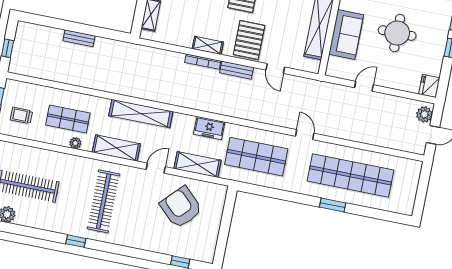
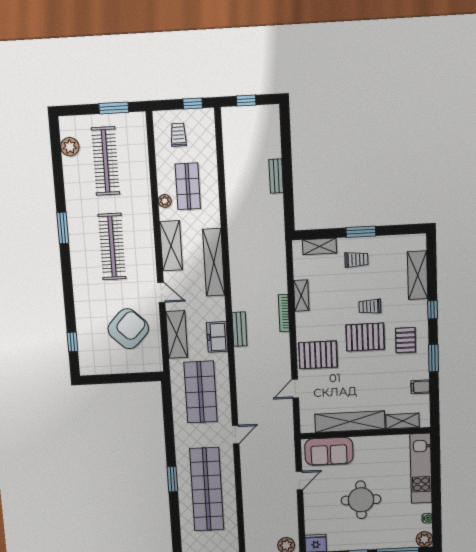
sofa: (346, 34) -> (329, 451), moved
shelving: (208, 45) -> (301, 296), moved
bench: (237, 70) -> (239, 329), moved
door: (364, 86) -> (299, 481), hinge flipped
clothes rail: (103, 201) -> (112, 247), turned 90
window: (76, 241) -> (63, 228), width x1.50

